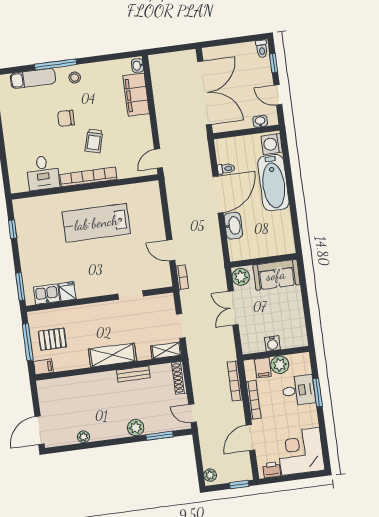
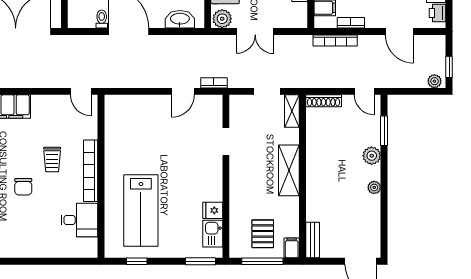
trolley: (94, 141) -> (52, 159), turned 75
lab bench: (96, 223) -> (141, 210), moved
washbasin: (233, 226) -> (180, 19), moved
bench: (133, 374) -> (313, 240), moved
bookcase: (253, 400) -> (351, 23), width x0.64
door: (192, 413) -> (364, 91), hinge flipped
plant: (84, 437) -> (374, 187), moved
window: (239, 485) -> (449, 67), moved

